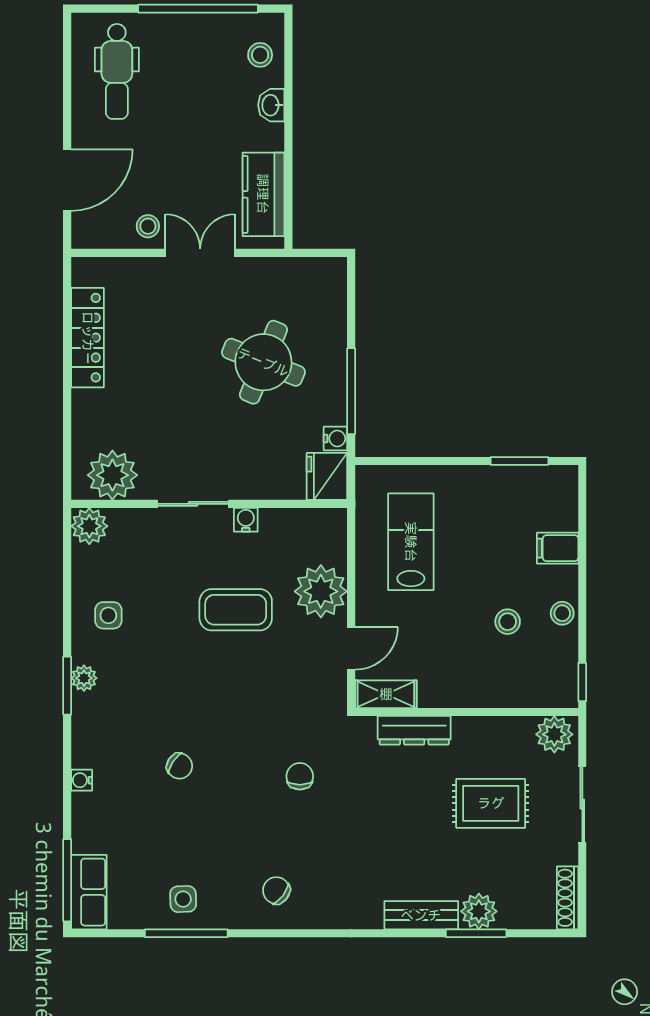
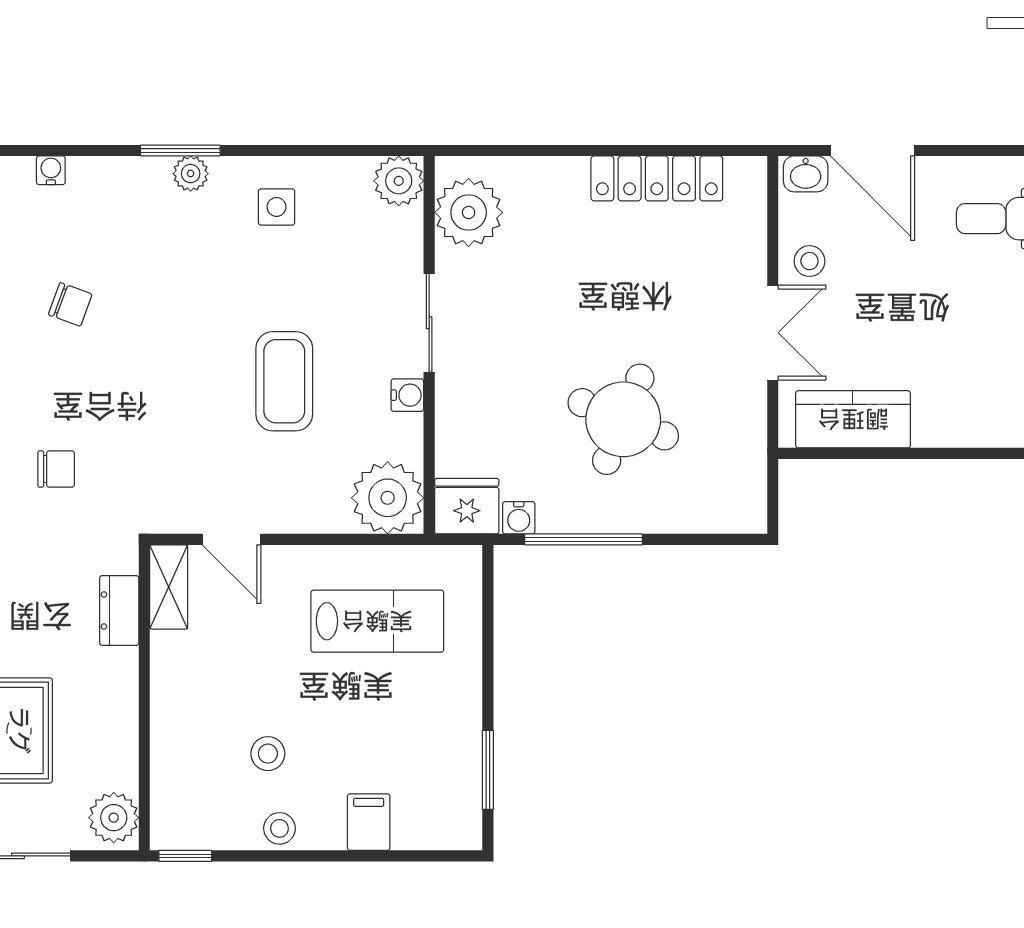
washbasin: (271, 105) -> (806, 174), moved, turned 180
plant: (321, 591) -> (388, 498), moved
dresser: (414, 730) -> (119, 611), width x0.70
chair: (180, 766) -> (70, 304), turned -103

